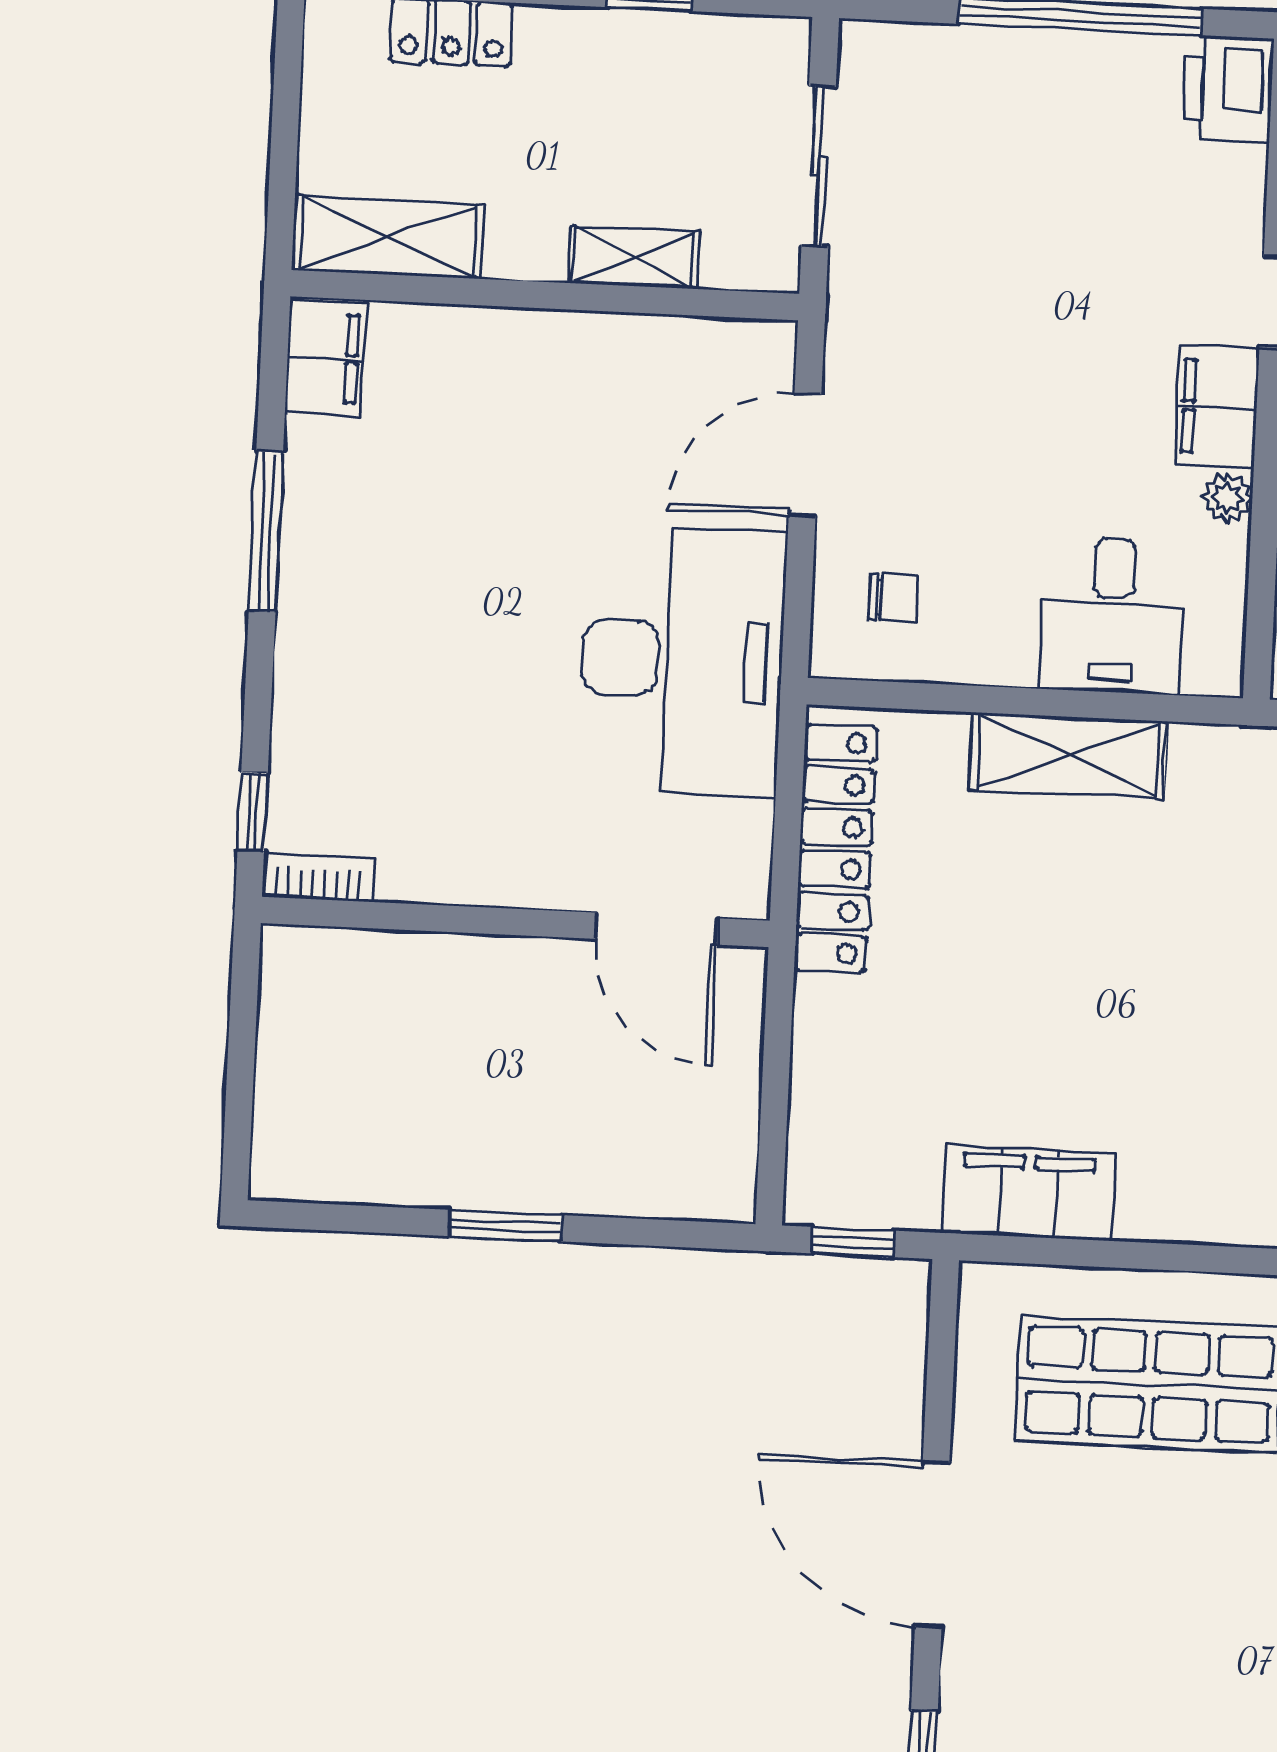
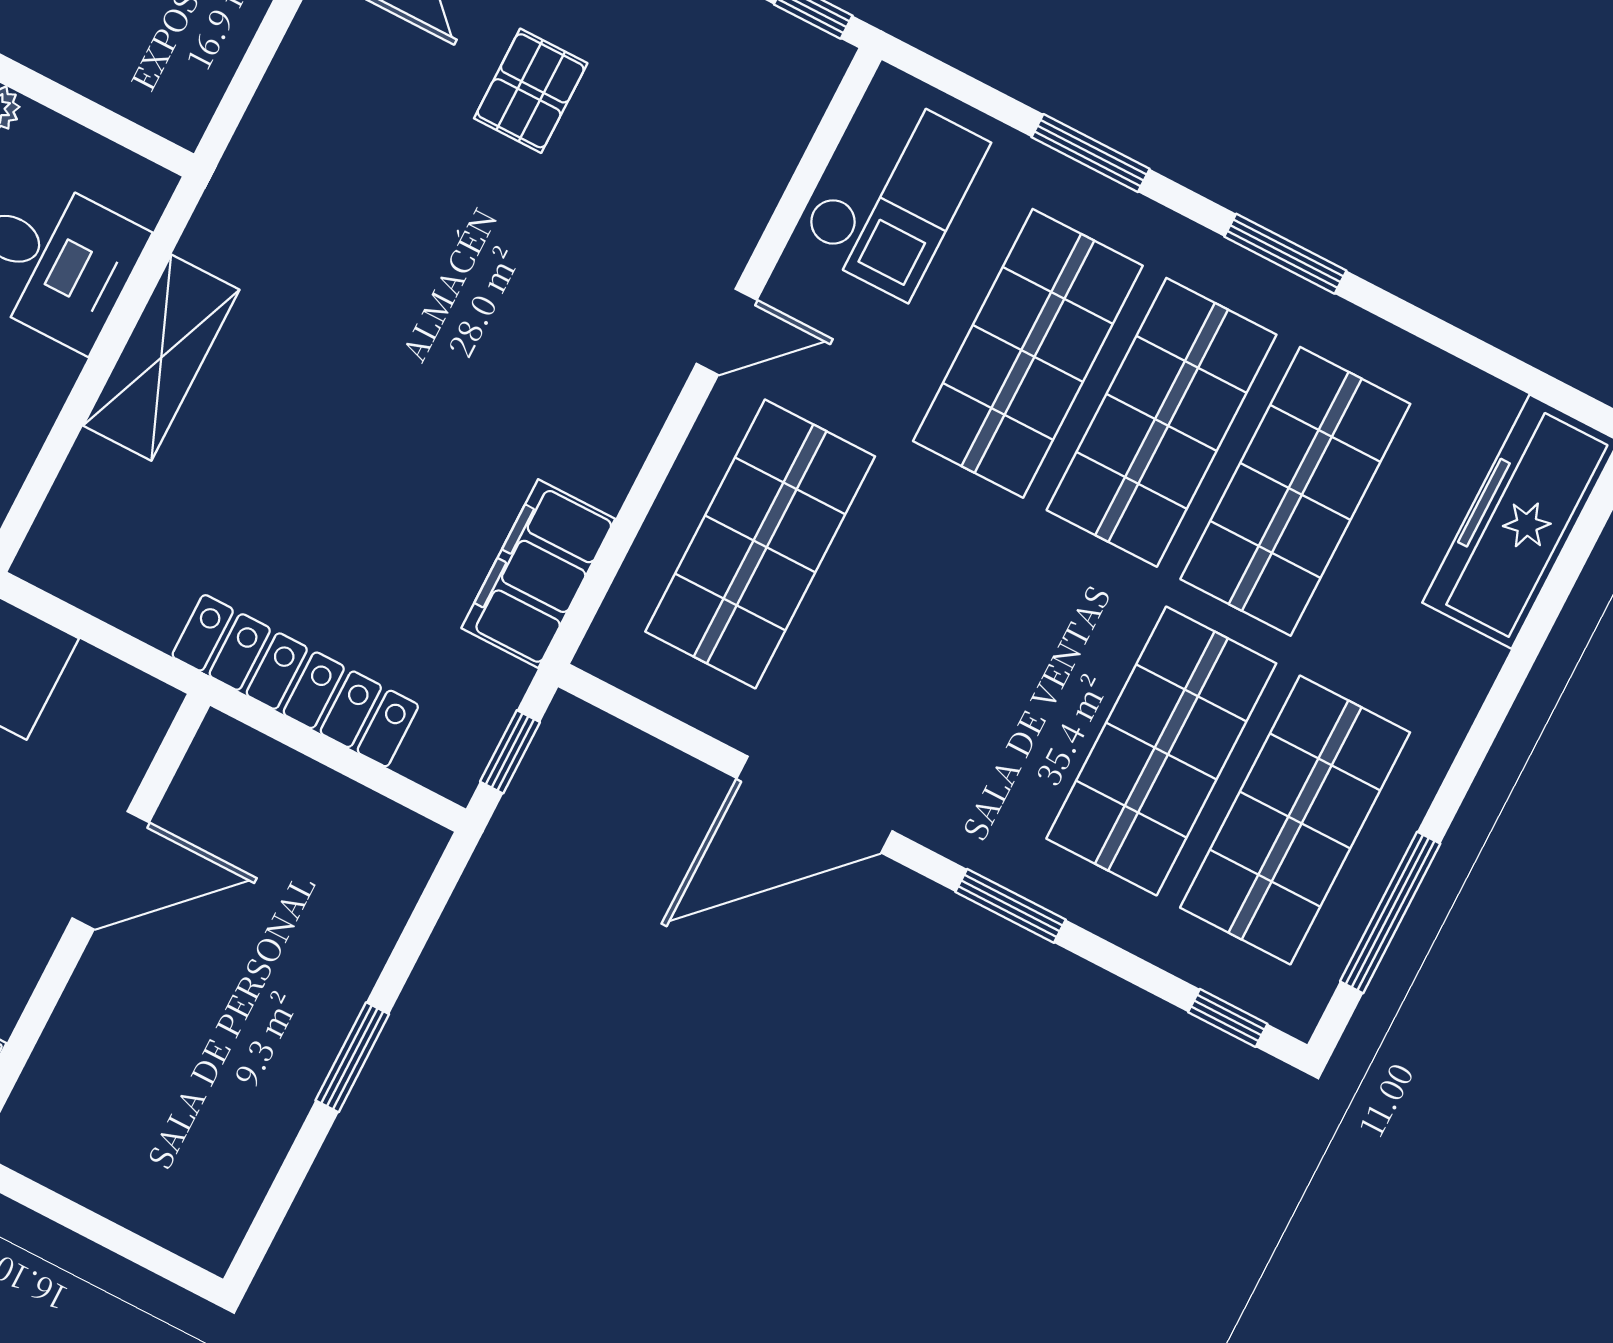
locker: (836, 848) -> (295, 681), moved
door: (657, 929) -> (111, 870), moved

